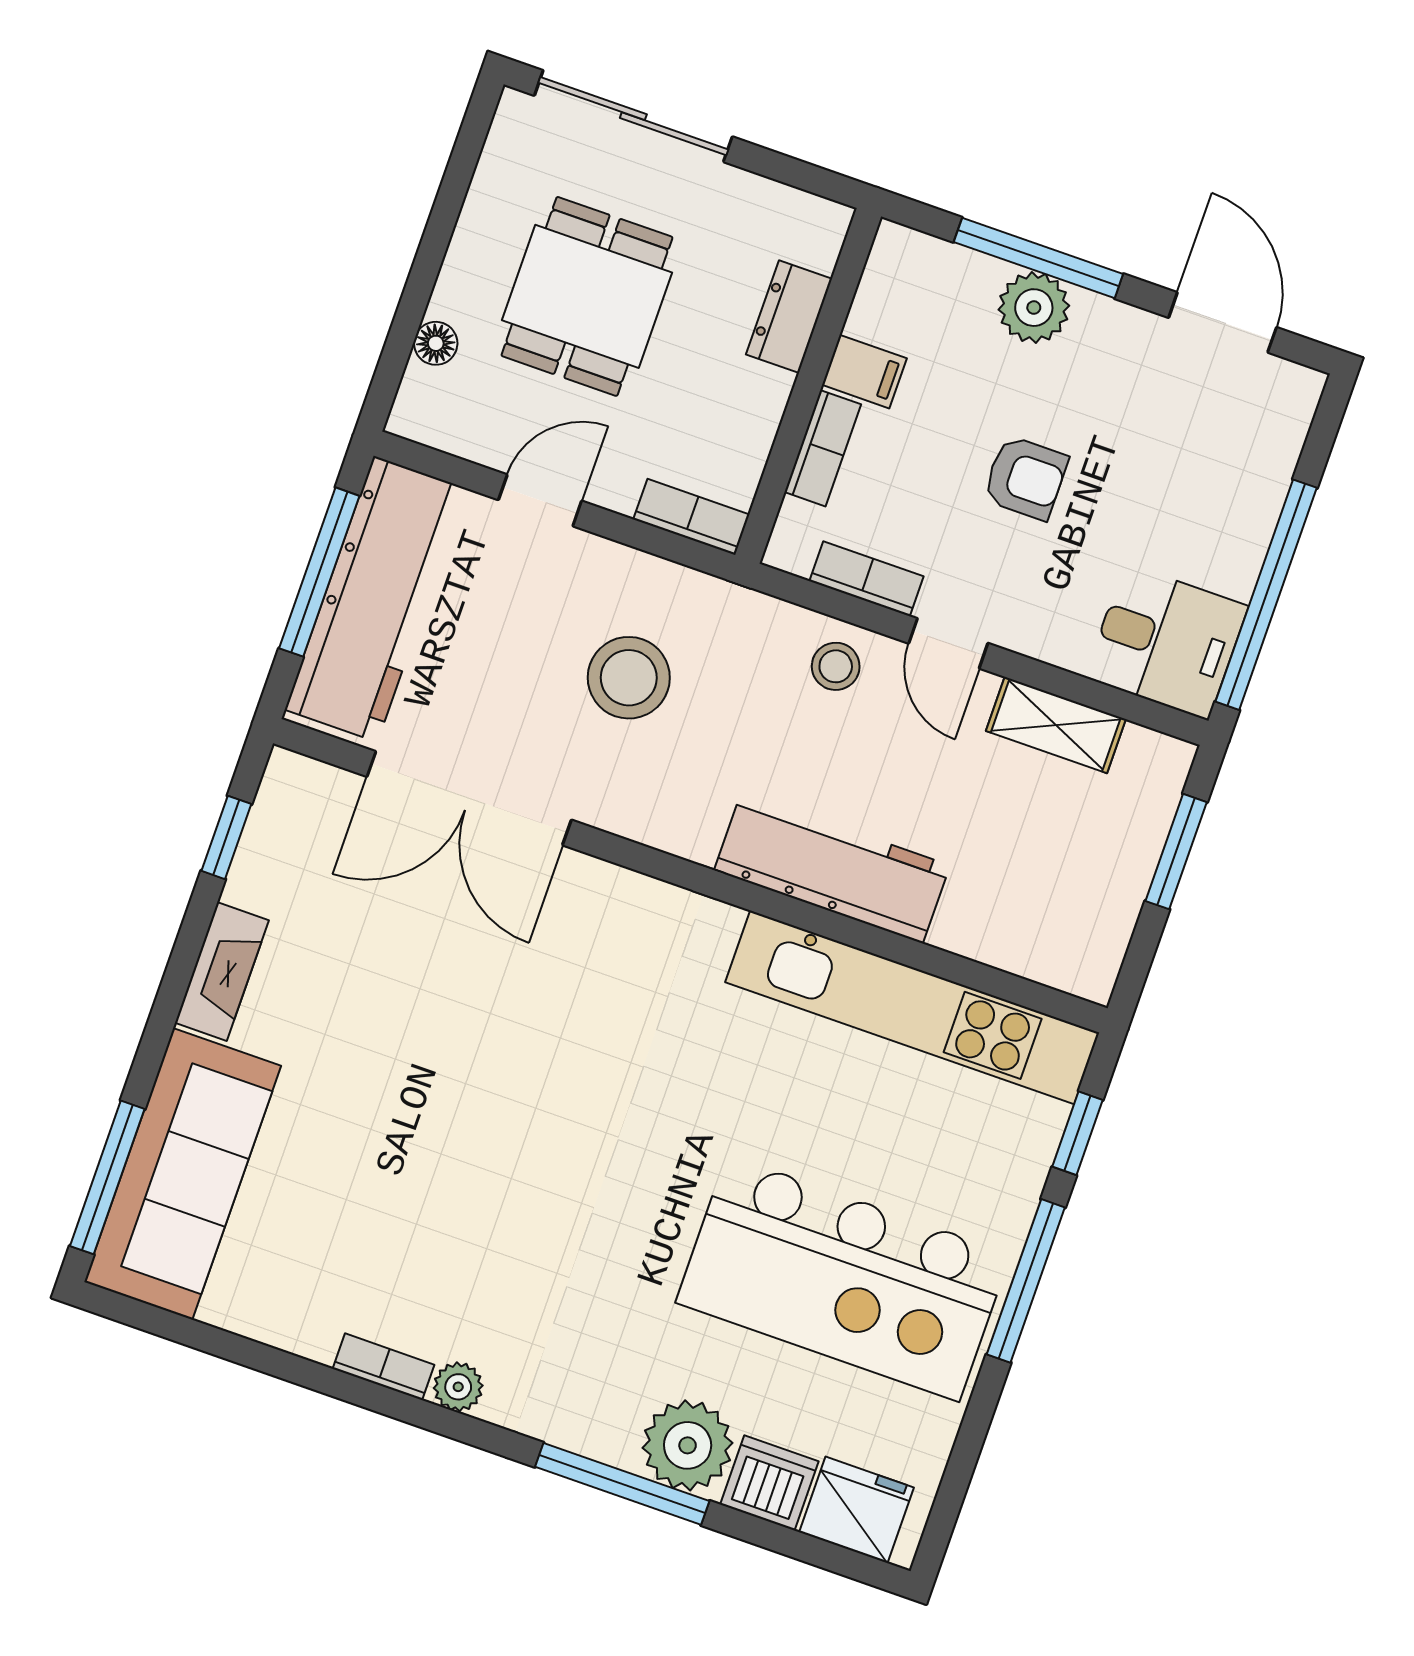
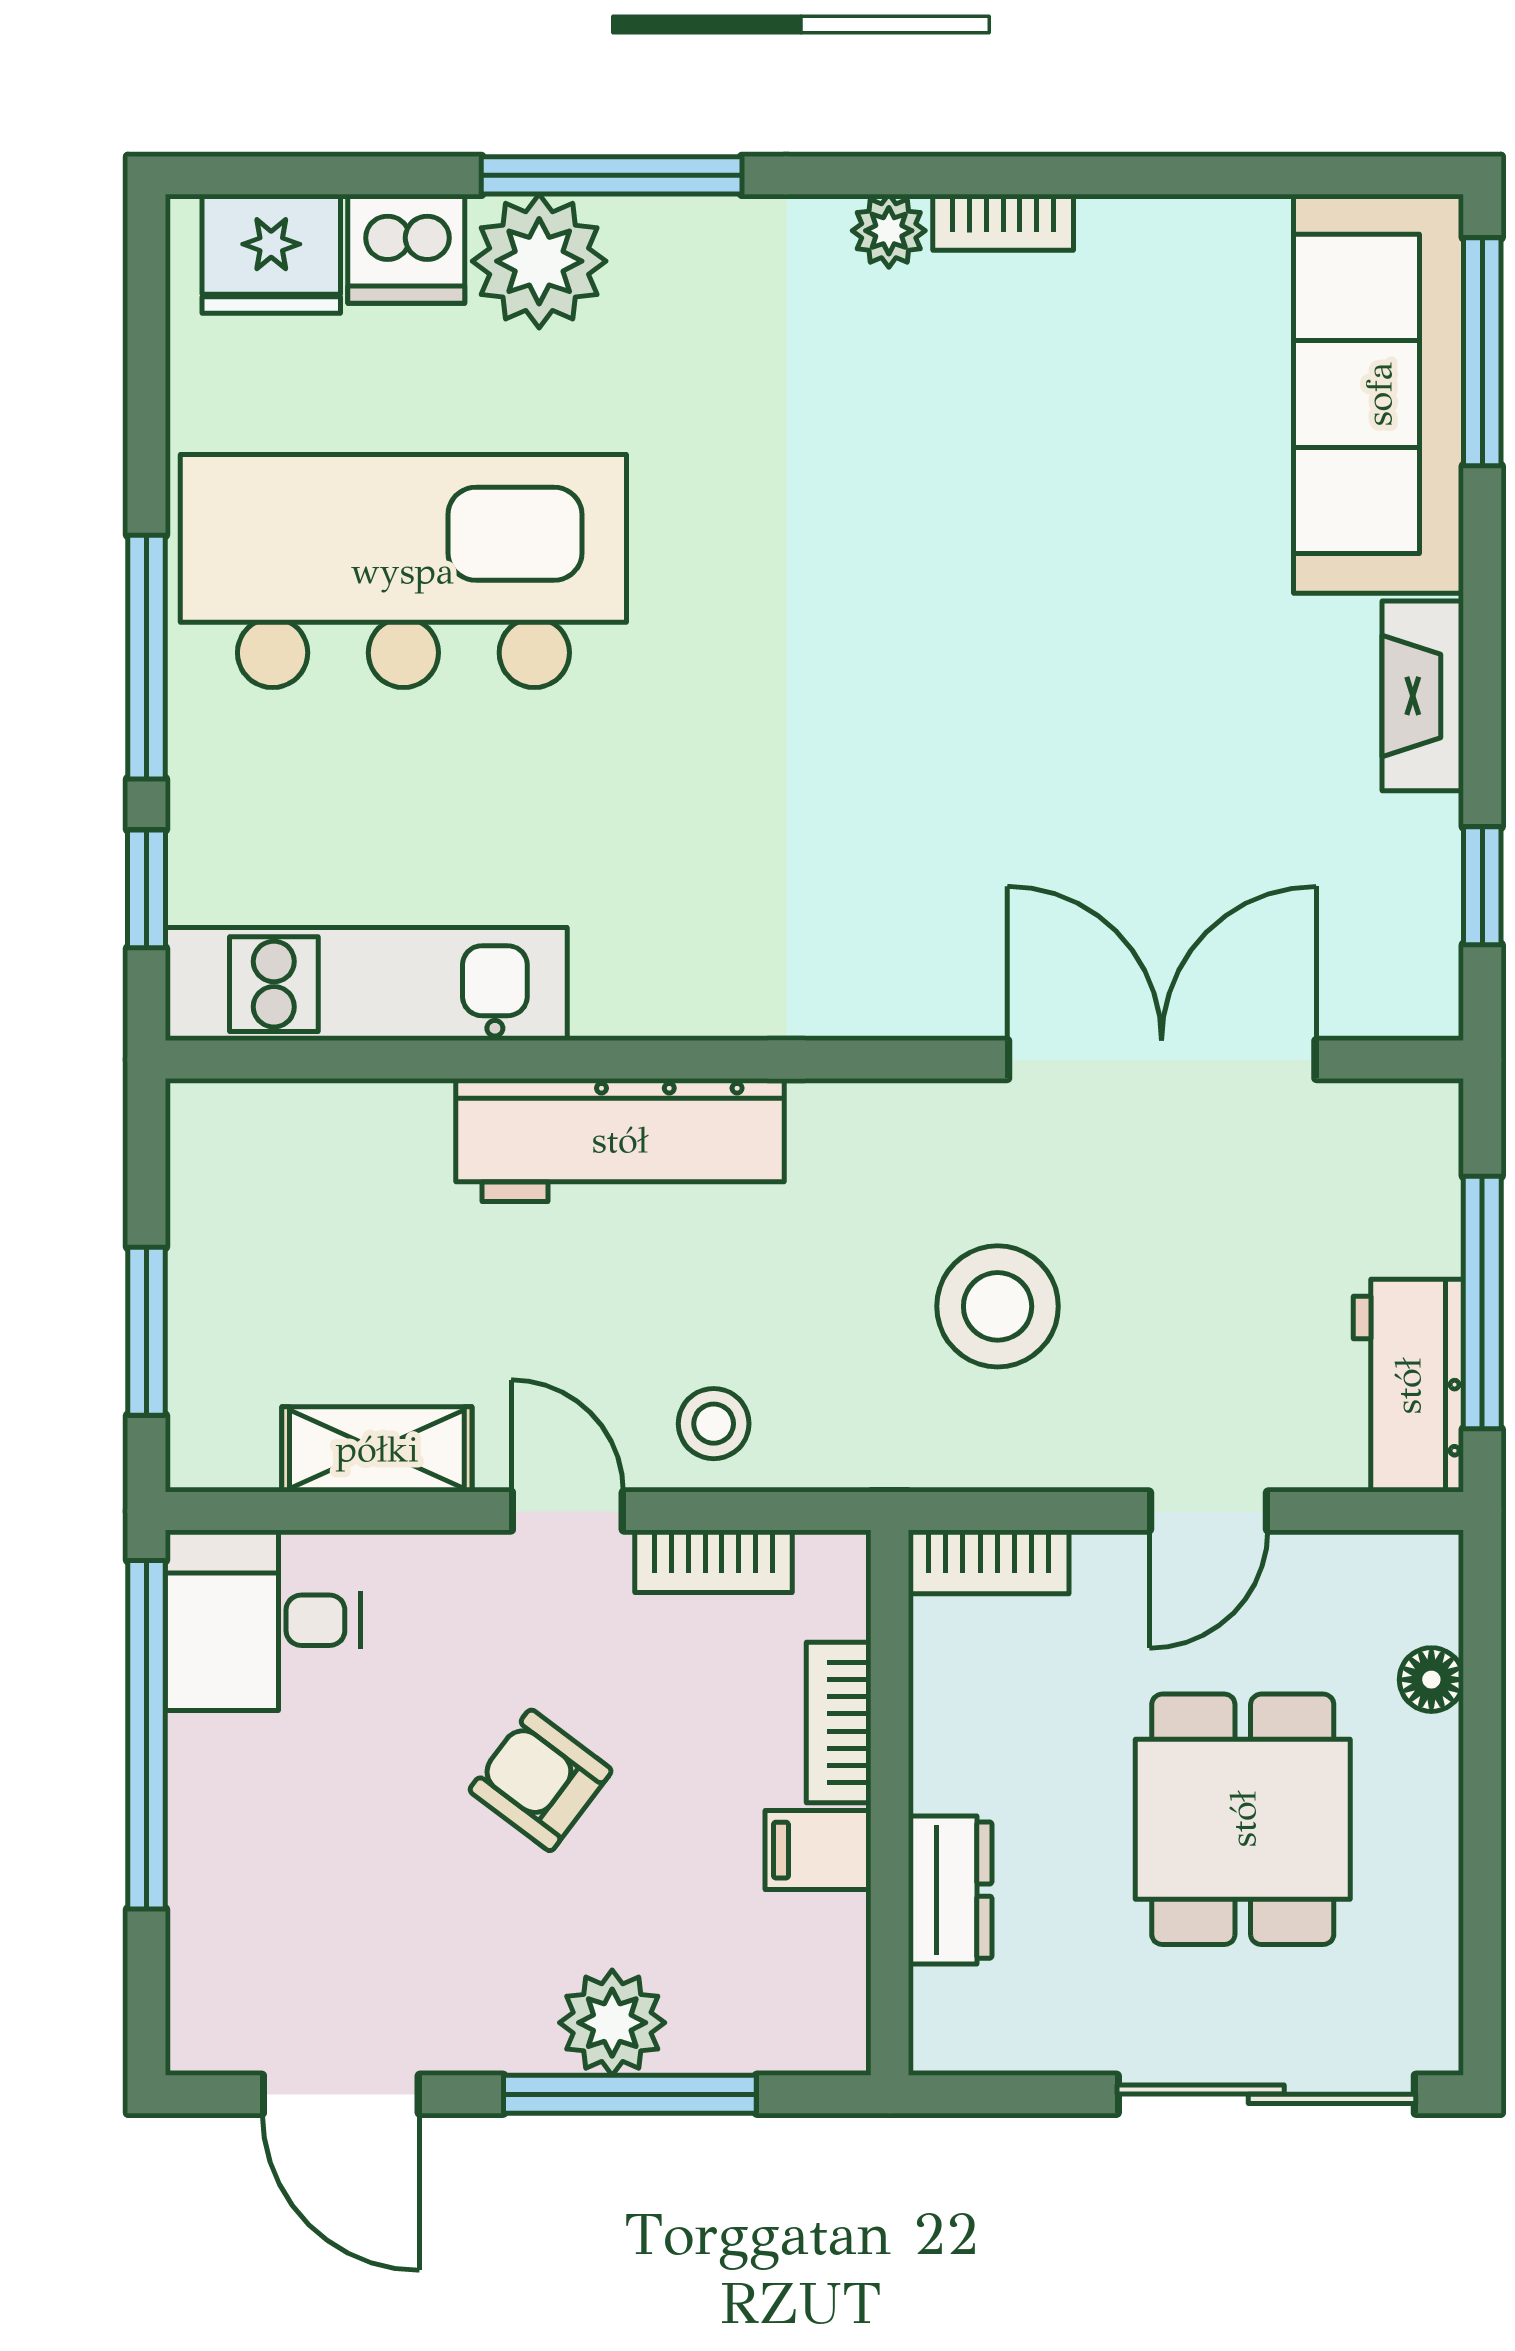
armchair: (1025, 478) -> (541, 1780), turned 37
workbench: (375, 599) -> (1408, 1386), width x0.53, depth x0.76
kitchen unit: (912, 1007) -> (366, 984), width x0.73

